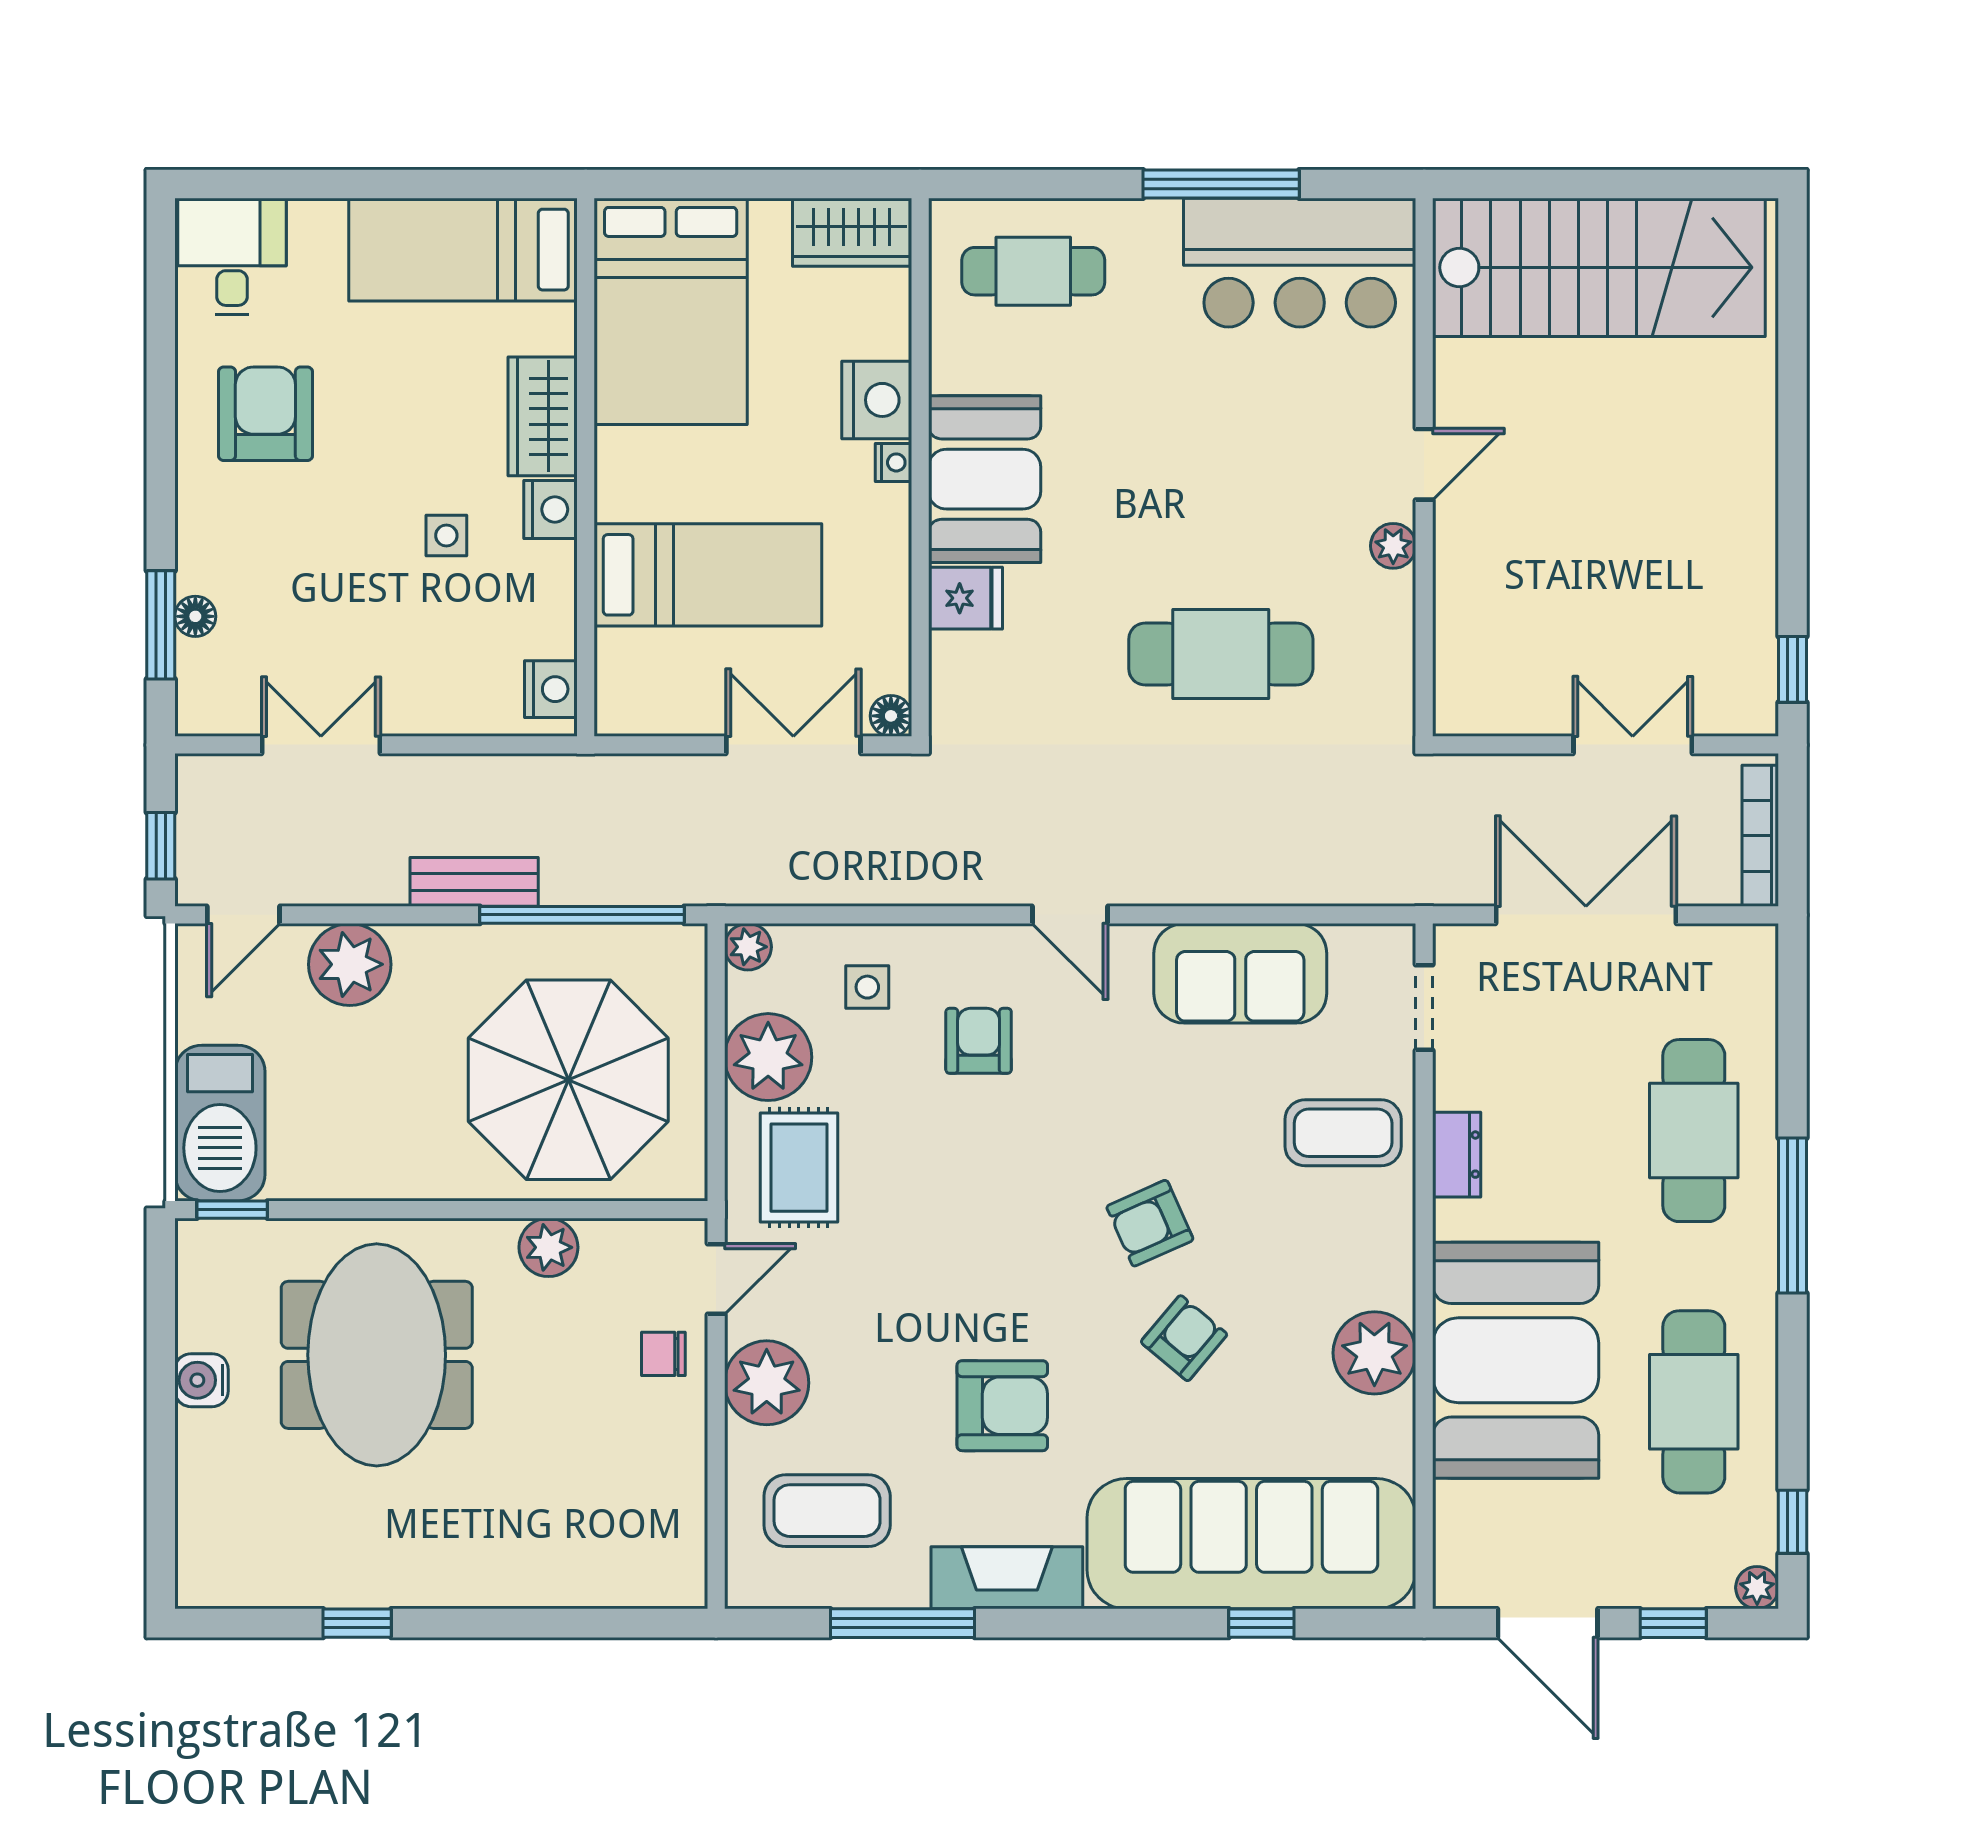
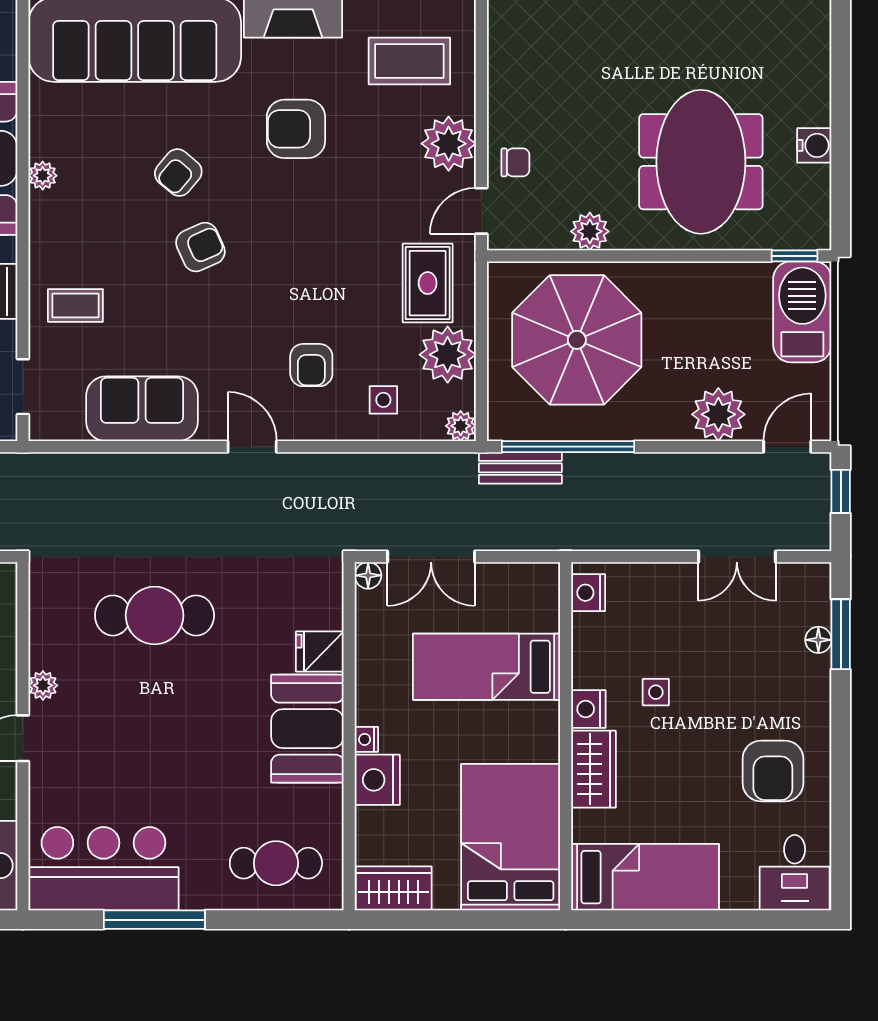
bench: (474, 882) -> (520, 468), moved
coffee table: (1343, 1133) -> (75, 306), width x0.73, depth x0.77
plant: (1374, 1353) -> (43, 176), width x0.53, depth x0.53

